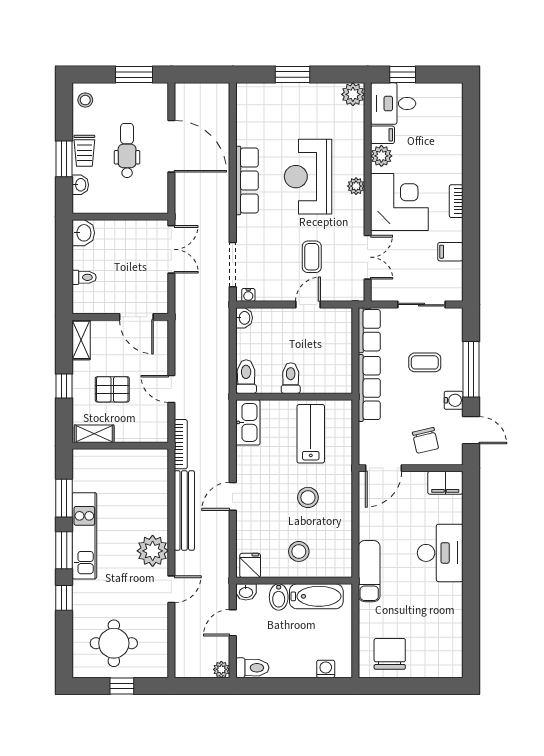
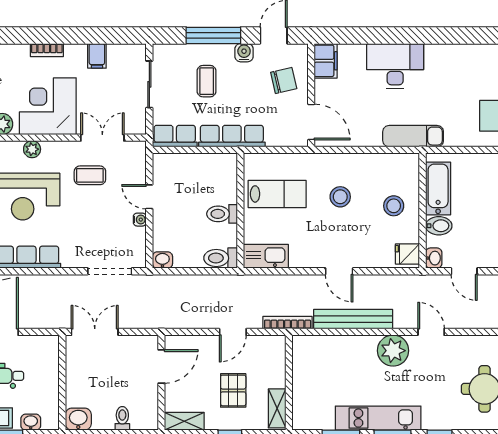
coffee table: (312, 257) -> (90, 175), moved
water cooler: (248, 295) -> (140, 220), moved
lab bench: (311, 434) -> (277, 194), turned 180

